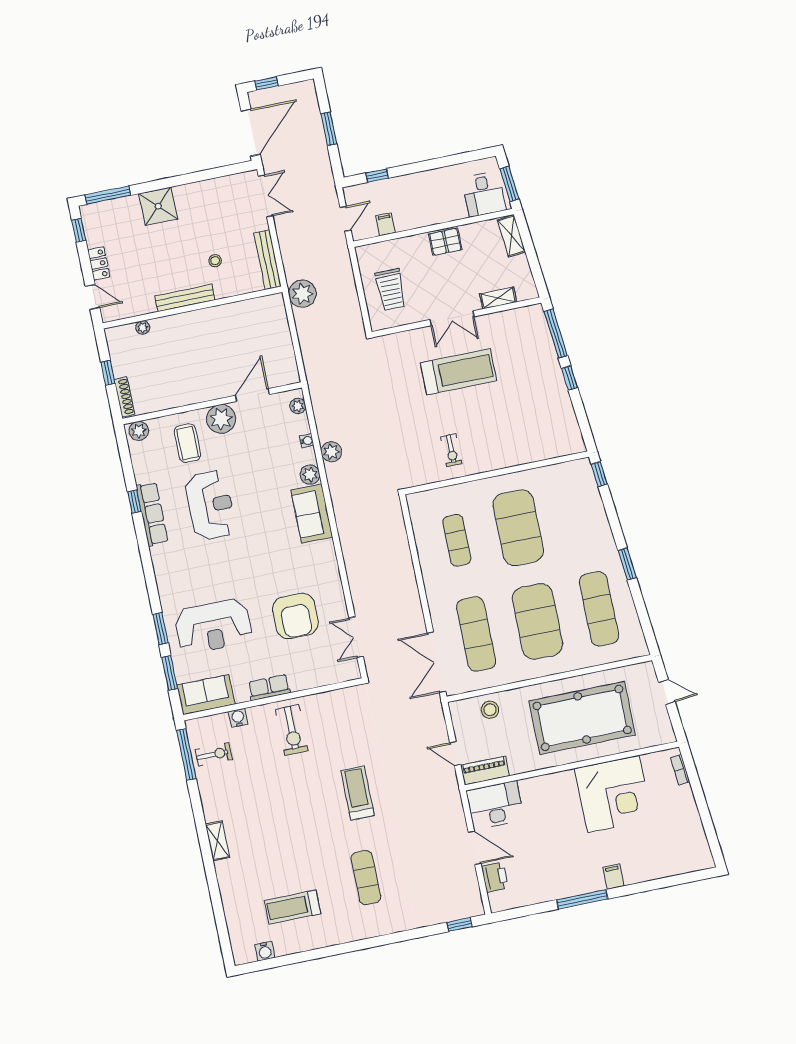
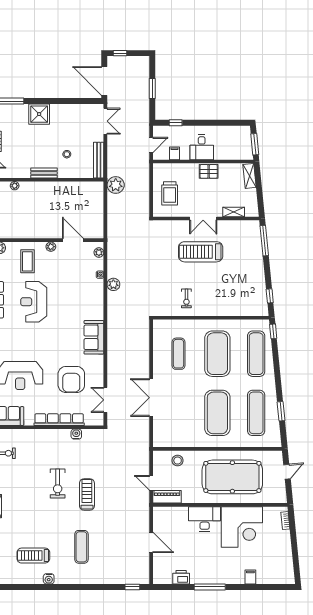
door: (251, 133) -> (104, 81), swing flipped
desk: (484, 194) -> (202, 147), moved
bench: (185, 298) -> (44, 173), width x0.73
treadmill: (459, 372) -> (201, 252), turned 180
window: (569, 378) -> (270, 296), moved
door: (252, 395) -> (73, 240), hinge flipped
plant: (221, 419) -> (51, 247), width x0.53, depth x0.53
plant: (310, 475) -> (98, 296), removed
reception desk: (211, 505) -> (34, 302), turned 180
sofa: (312, 514) -> (94, 337), moved
window: (627, 564) -> (281, 411), moved
exercise mat: (476, 634) -> (256, 354), moved
double door: (437, 662) -> (151, 398), moved
row of seats: (269, 688) -> (59, 420), width x2.02
door: (667, 692) -> (287, 472), hinge flipped
water cooler: (238, 718) -> (76, 434), moved
exercise bike: (292, 730) -> (58, 484), moved
desk: (495, 805) -> (205, 519), moved
printer: (495, 877) -> (181, 577), moved, turned -90
filing cabinet: (613, 877) -> (250, 577), moved
water cooler: (265, 951) -> (49, 579), moved

